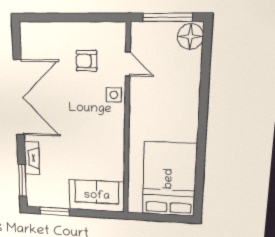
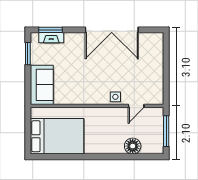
floor lamp: (190, 36) -> (133, 146), moved
armchair: (86, 61) -> (138, 78), removed
fireplace: (32, 158) -> (51, 38), moved

